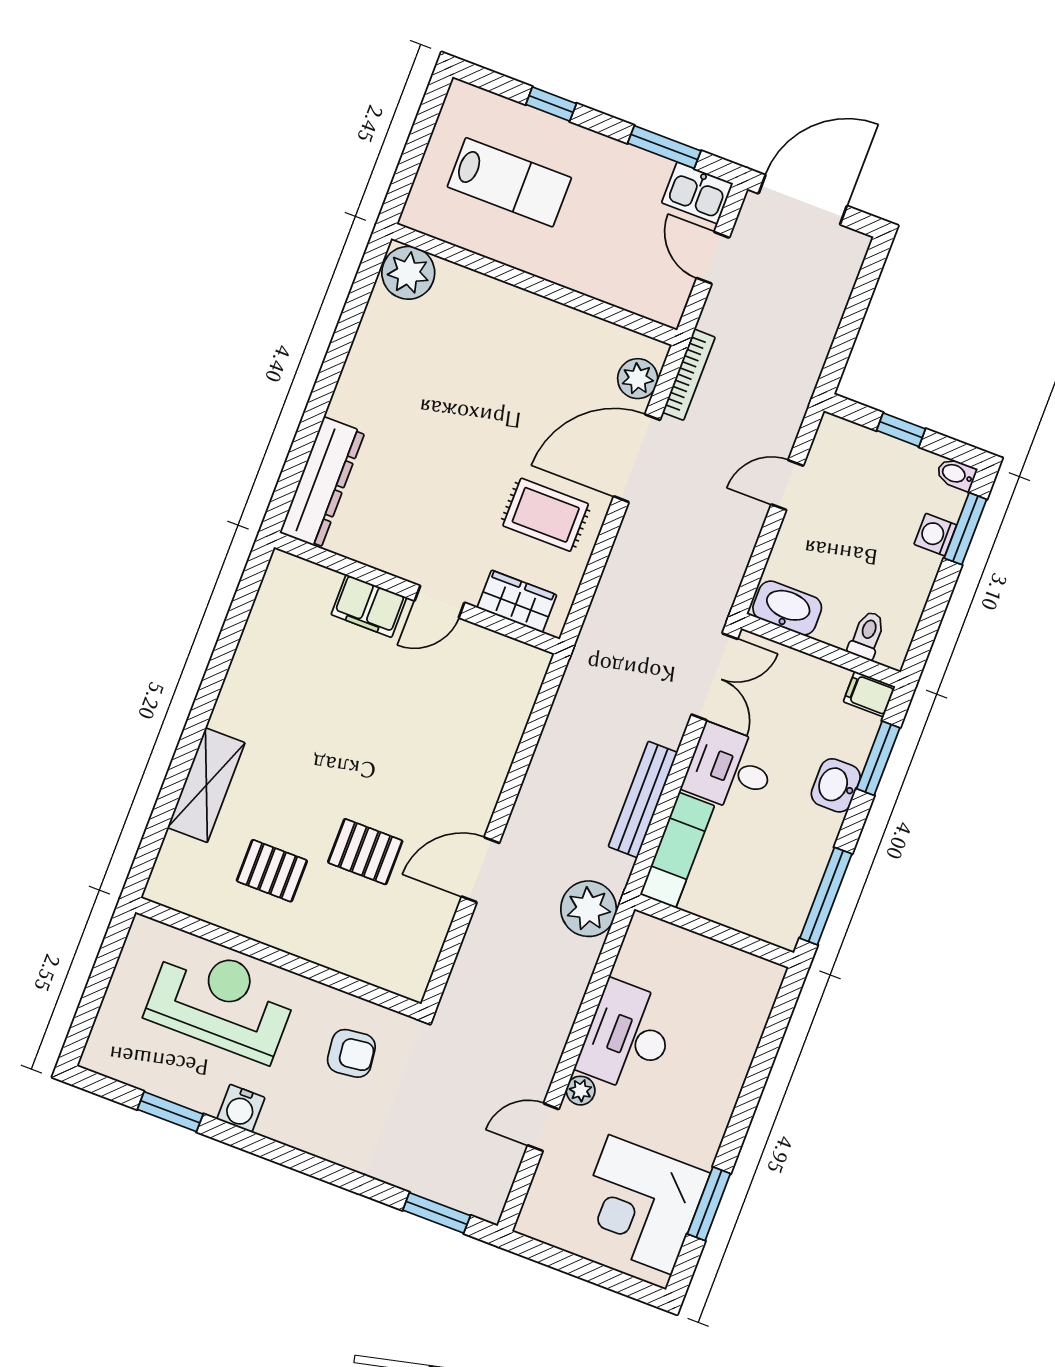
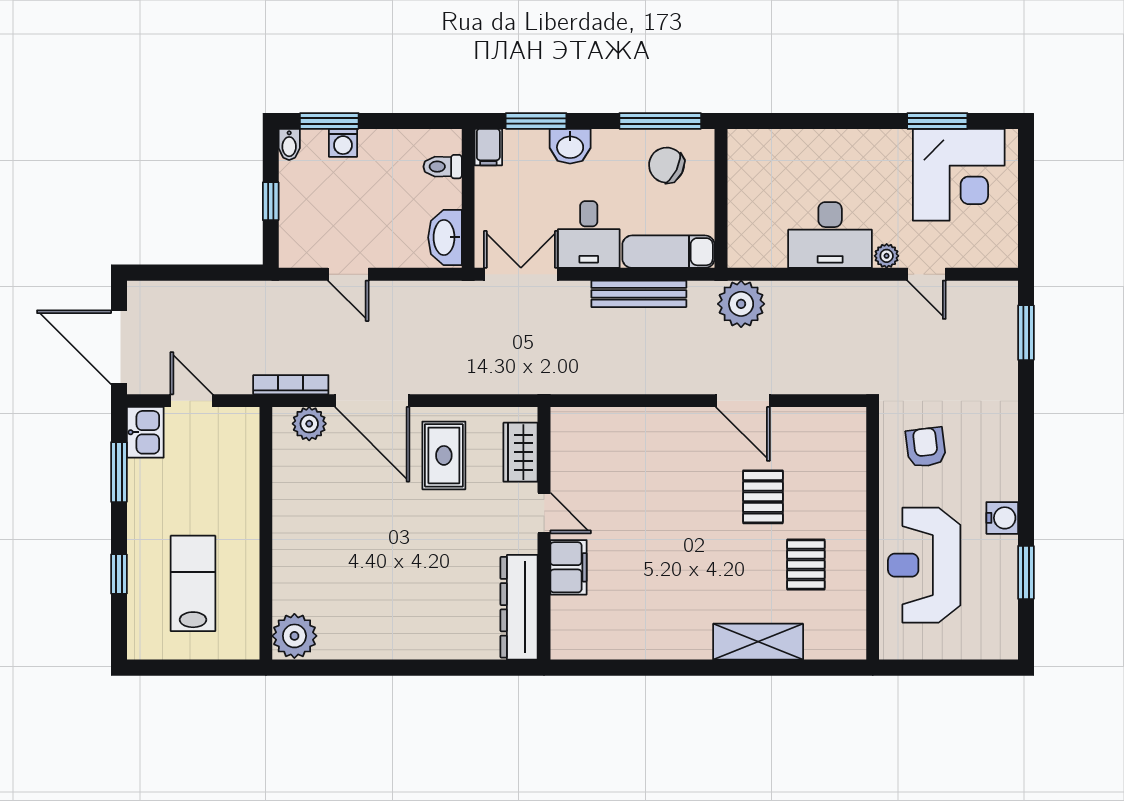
door: (713, 258) -> (192, 401), swing flipped
dresser: (322, 482) -> (519, 607), moved, turned -90
chair: (774, 884) -> (667, 165), added

